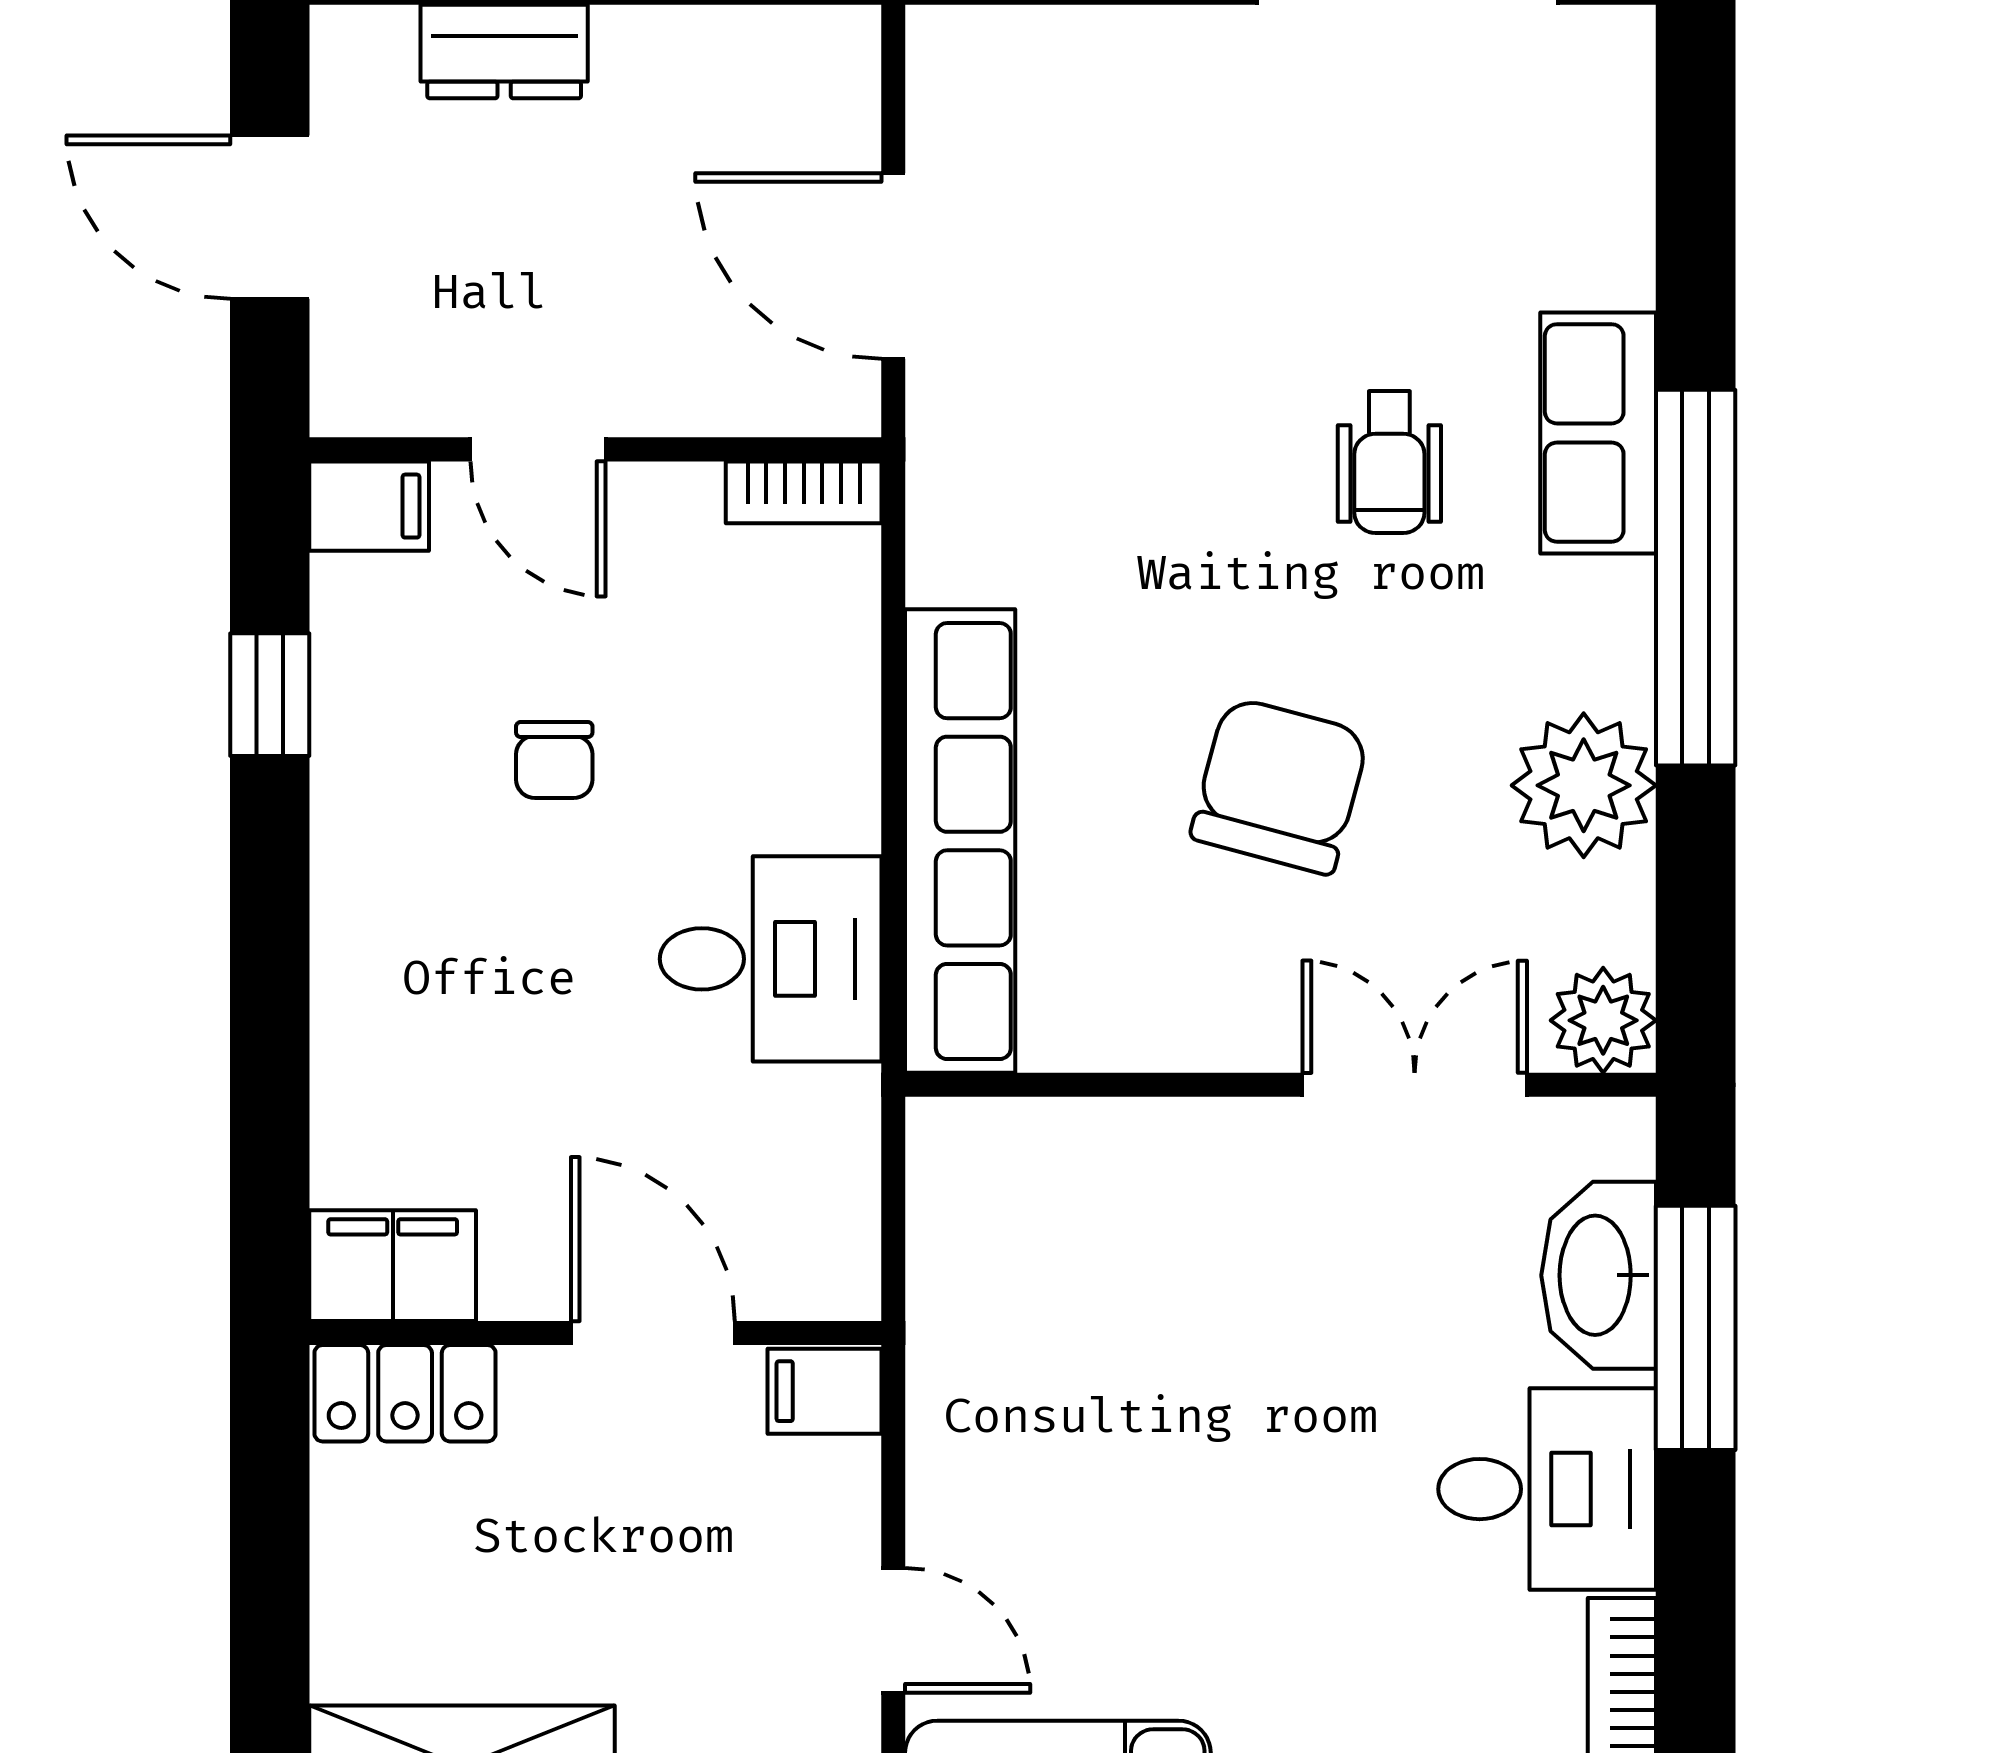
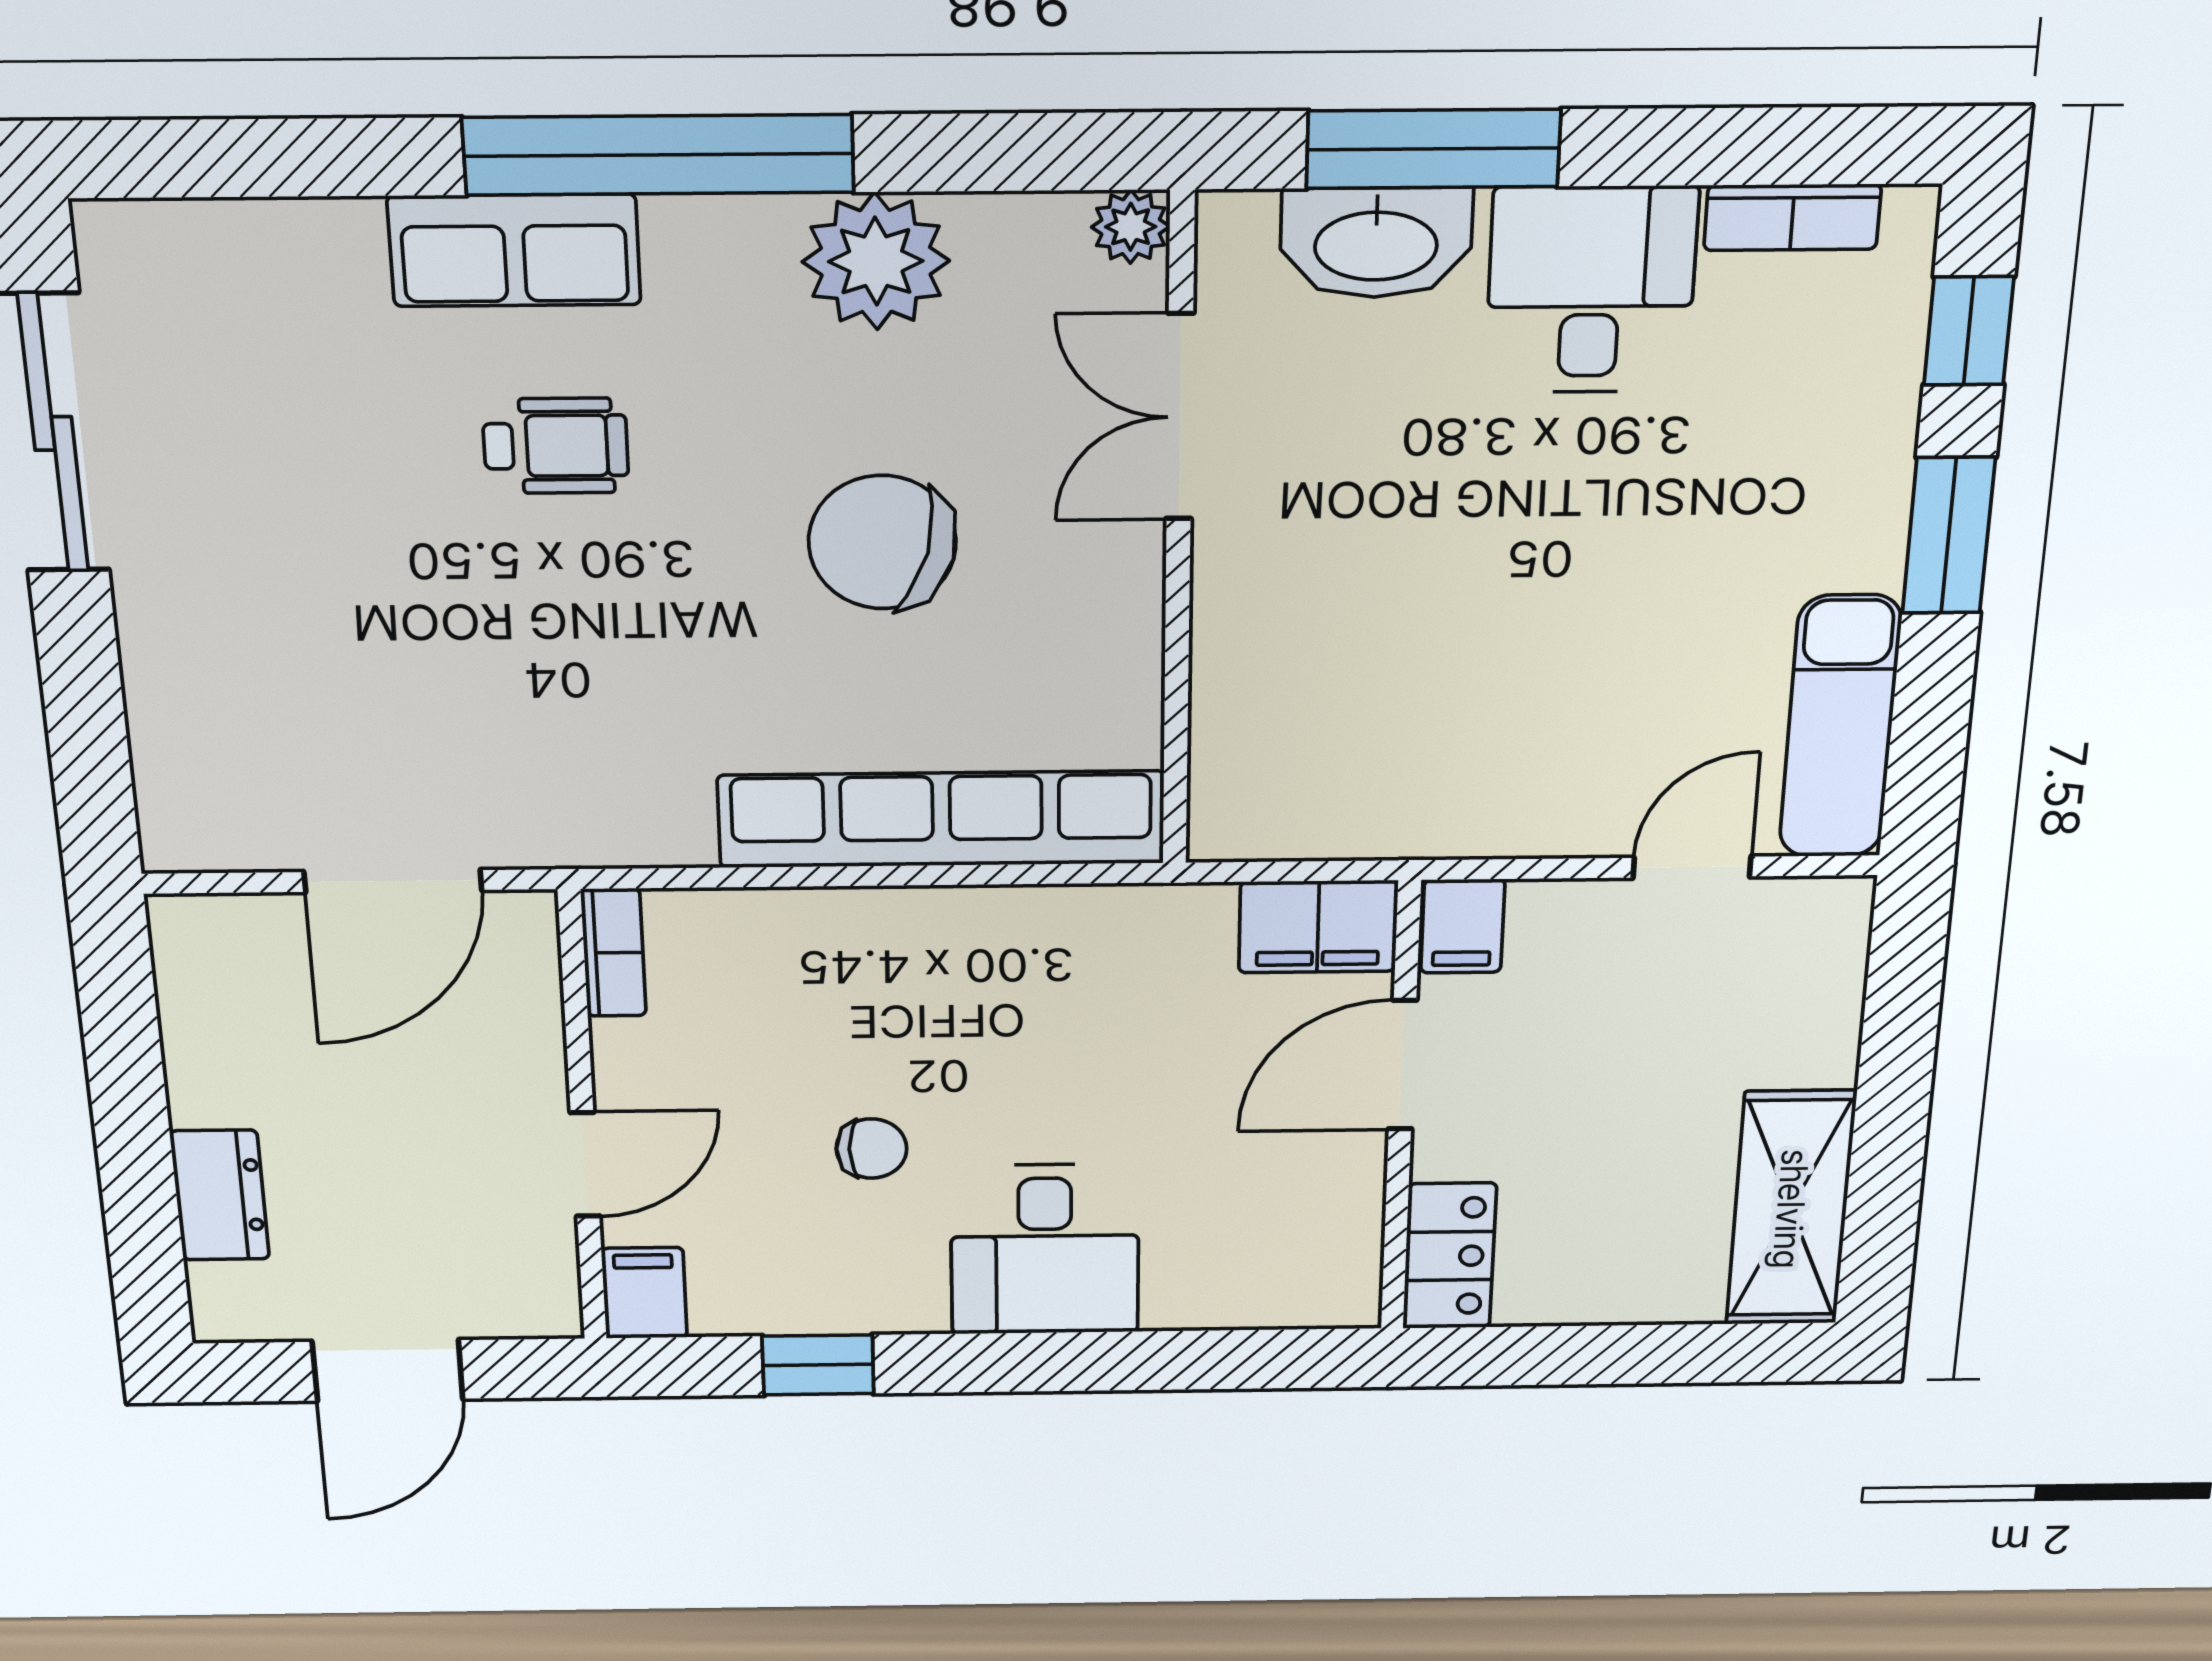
desk: (771, 959) -> (1045, 1249), moved, turned 180
plant: (1603, 1020) -> (1131, 227), width x0.73, depth x0.73
filing cabinet: (393, 1266) -> (1318, 927), moved, turned -90

